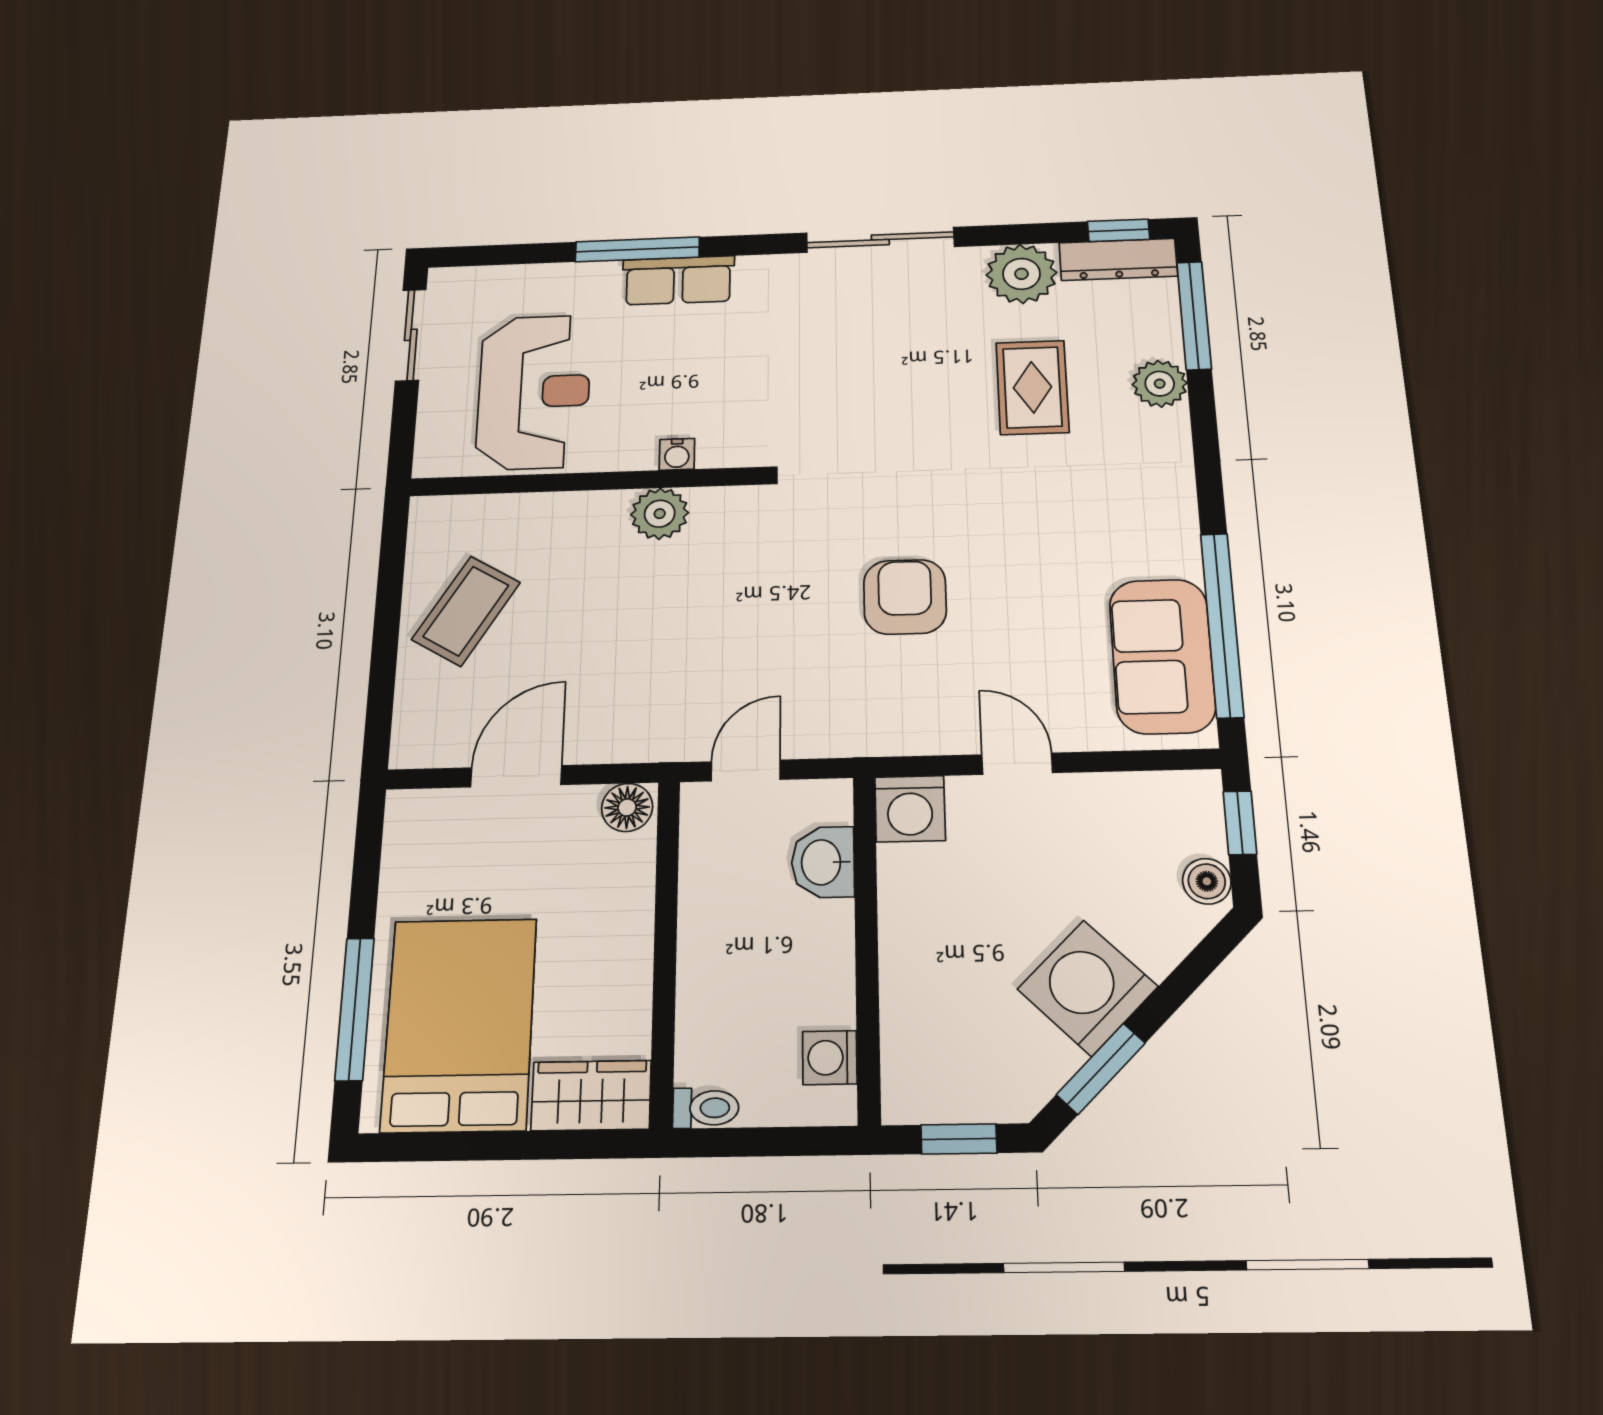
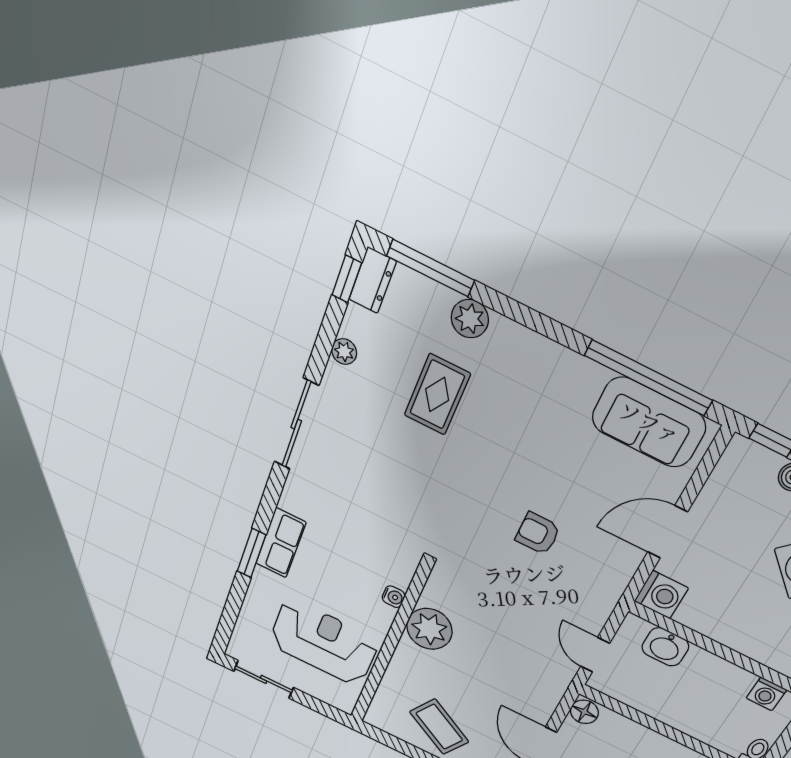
window: (637, 249) -> (251, 553), width x0.69
dresser: (1118, 259) -> (373, 280), width x0.70
plant: (1021, 274) -> (344, 352), width x0.53, depth x0.53
rug: (1032, 387) -> (437, 395), turned 90
plant: (660, 514) -> (429, 629), width x1.36, depth x1.36
armchair: (905, 597) -> (538, 533), width x0.72, depth x0.72
door: (1017, 764) -> (667, 532), width x1.38

